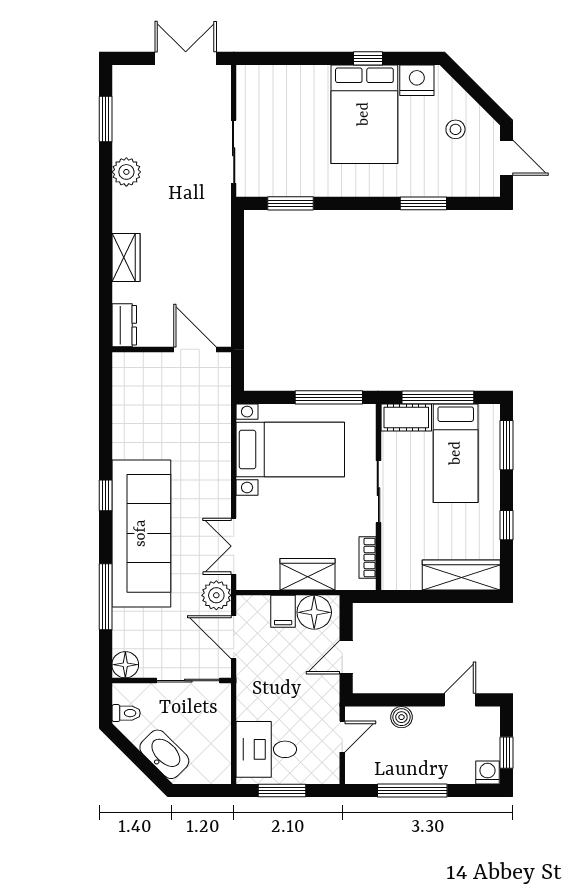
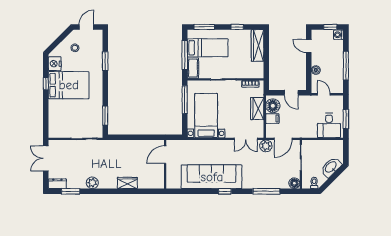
dresser: (124, 325) -> (57, 184), moved
sofa: (141, 533) -> (212, 177), moved

